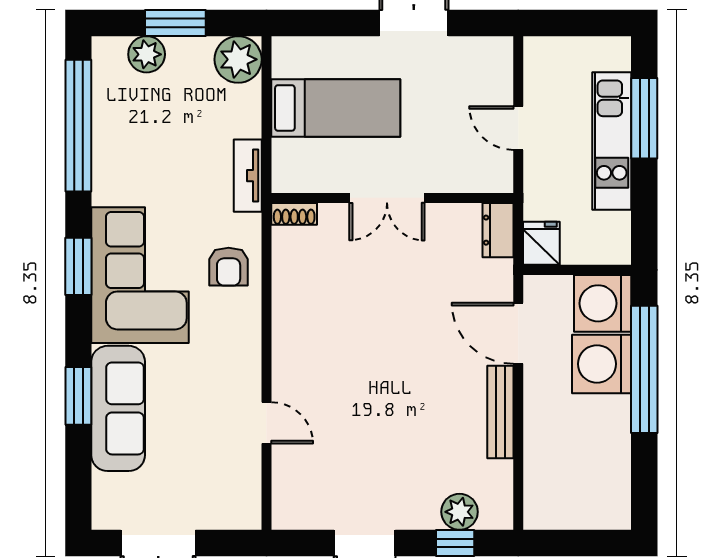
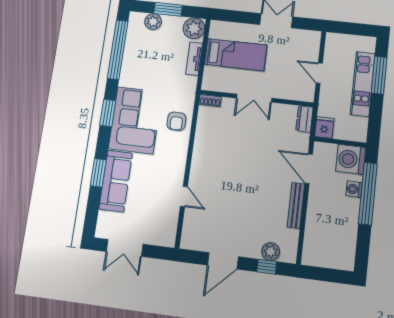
tv unit: (248, 176) -> (194, 59), moved
washing machine: (602, 364) -> (354, 189), width x0.53, depth x0.53

